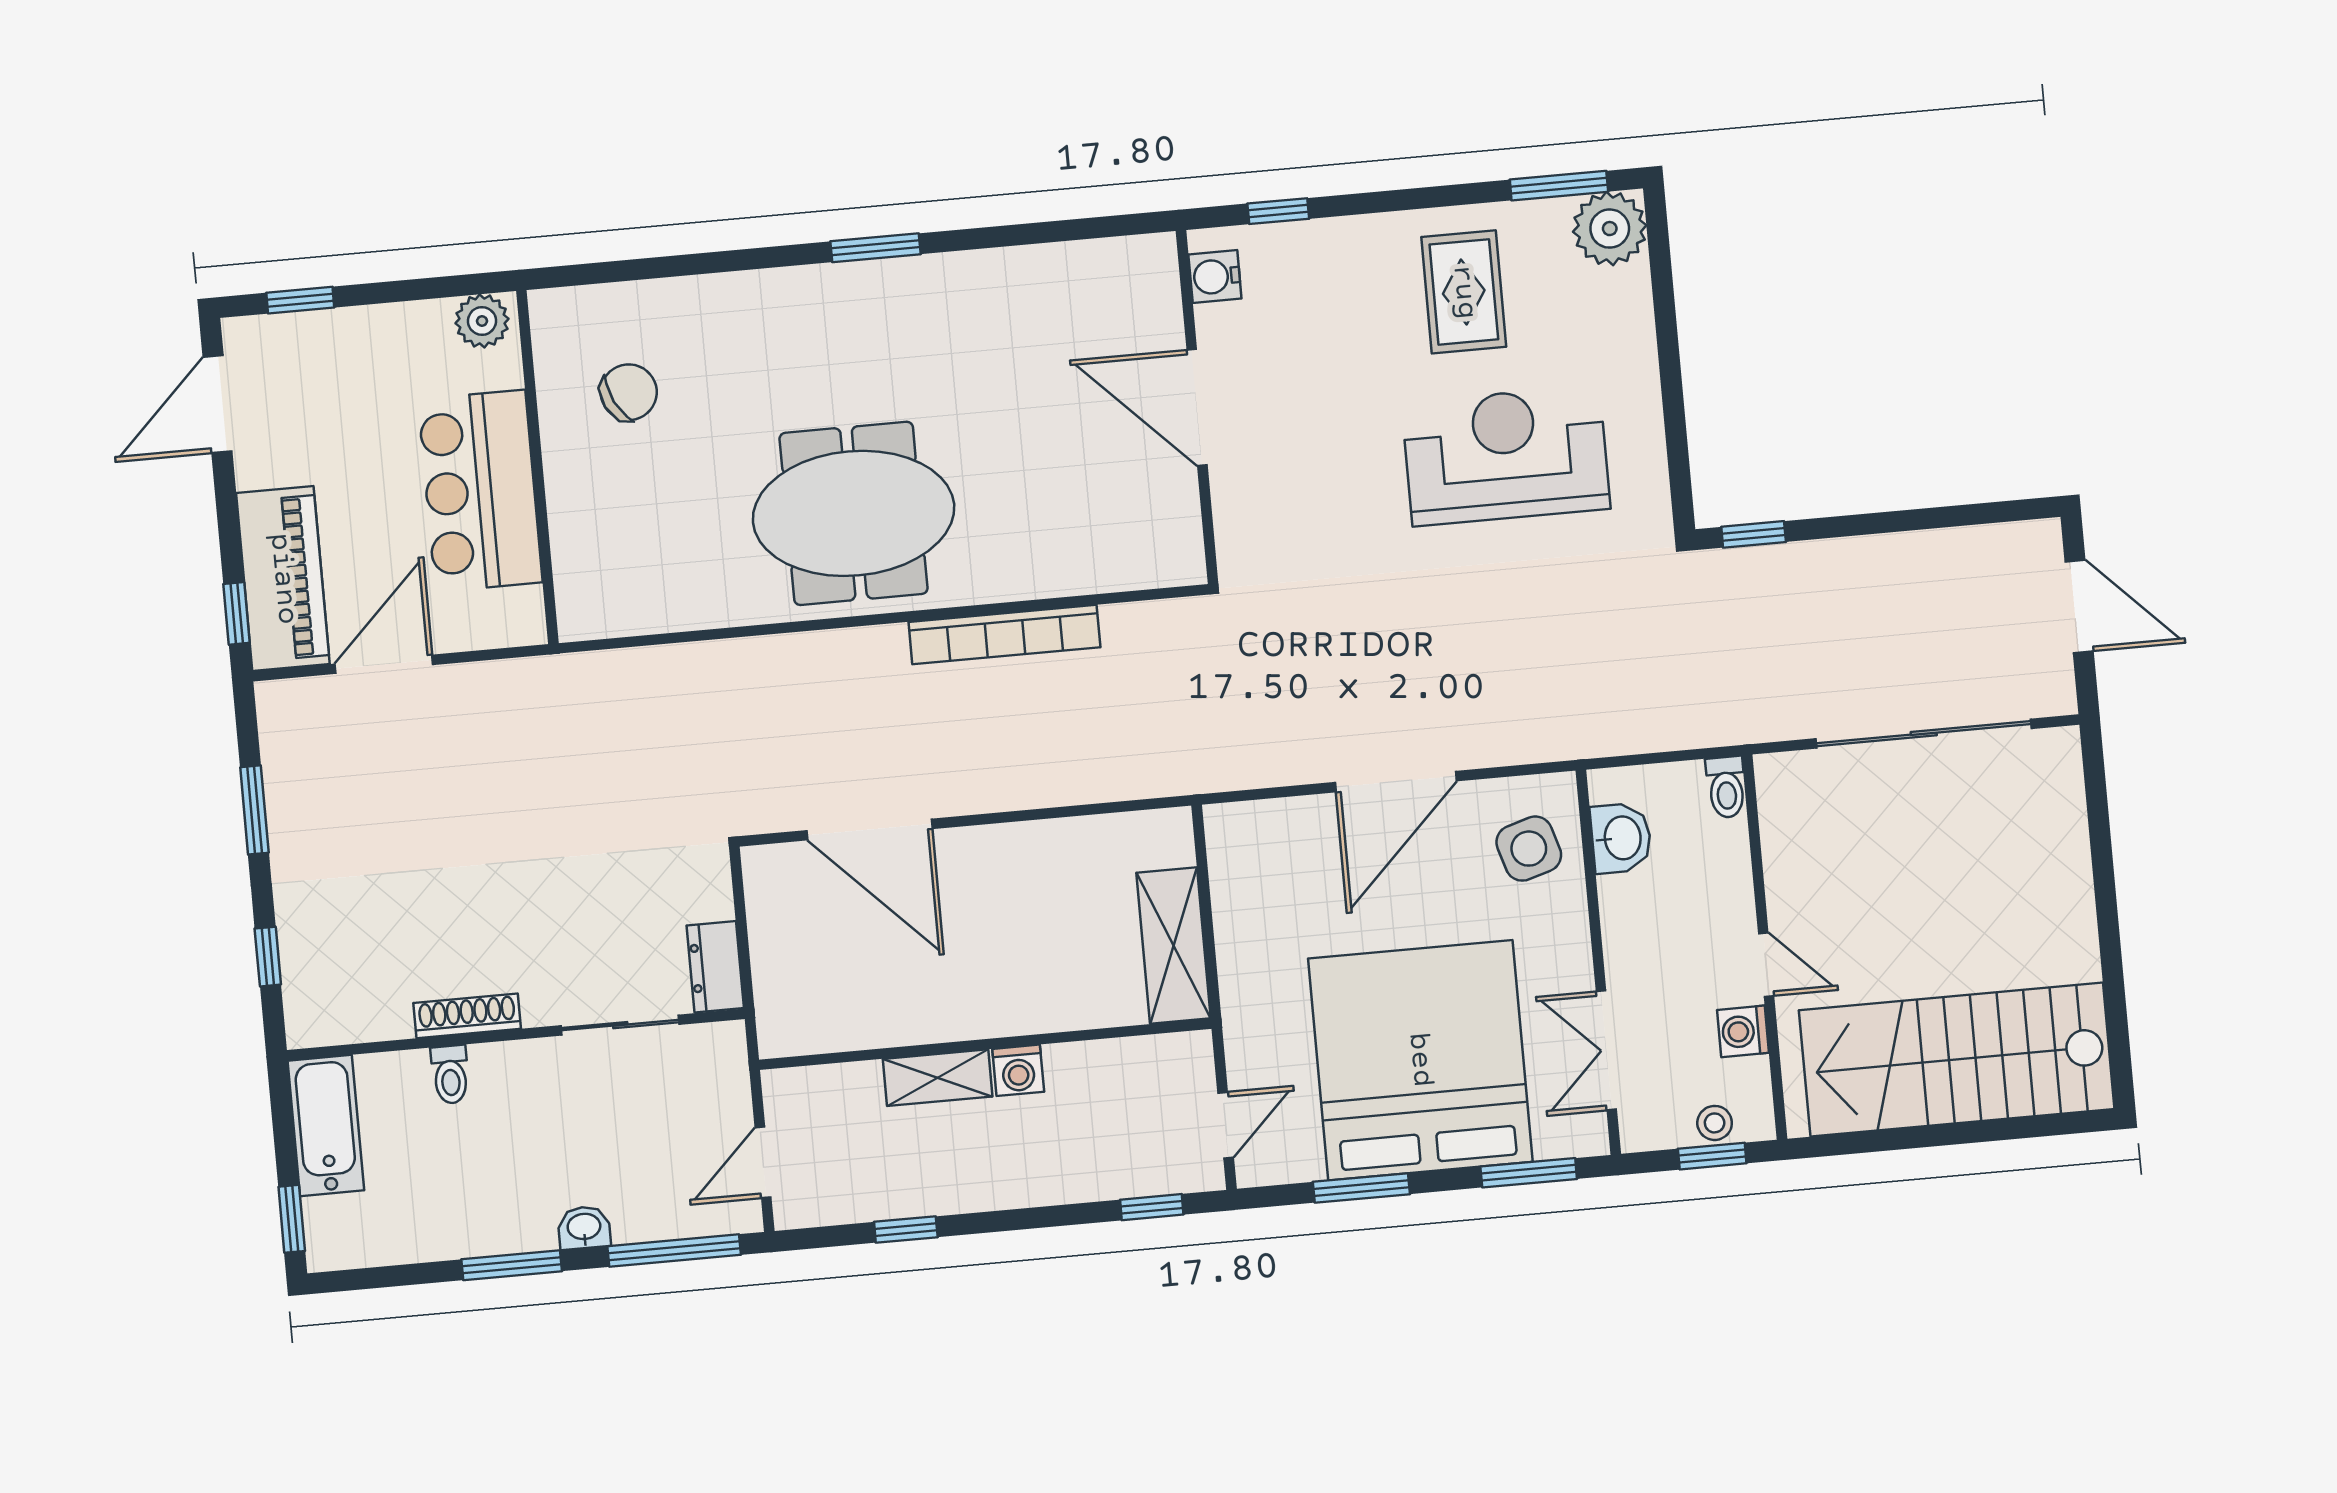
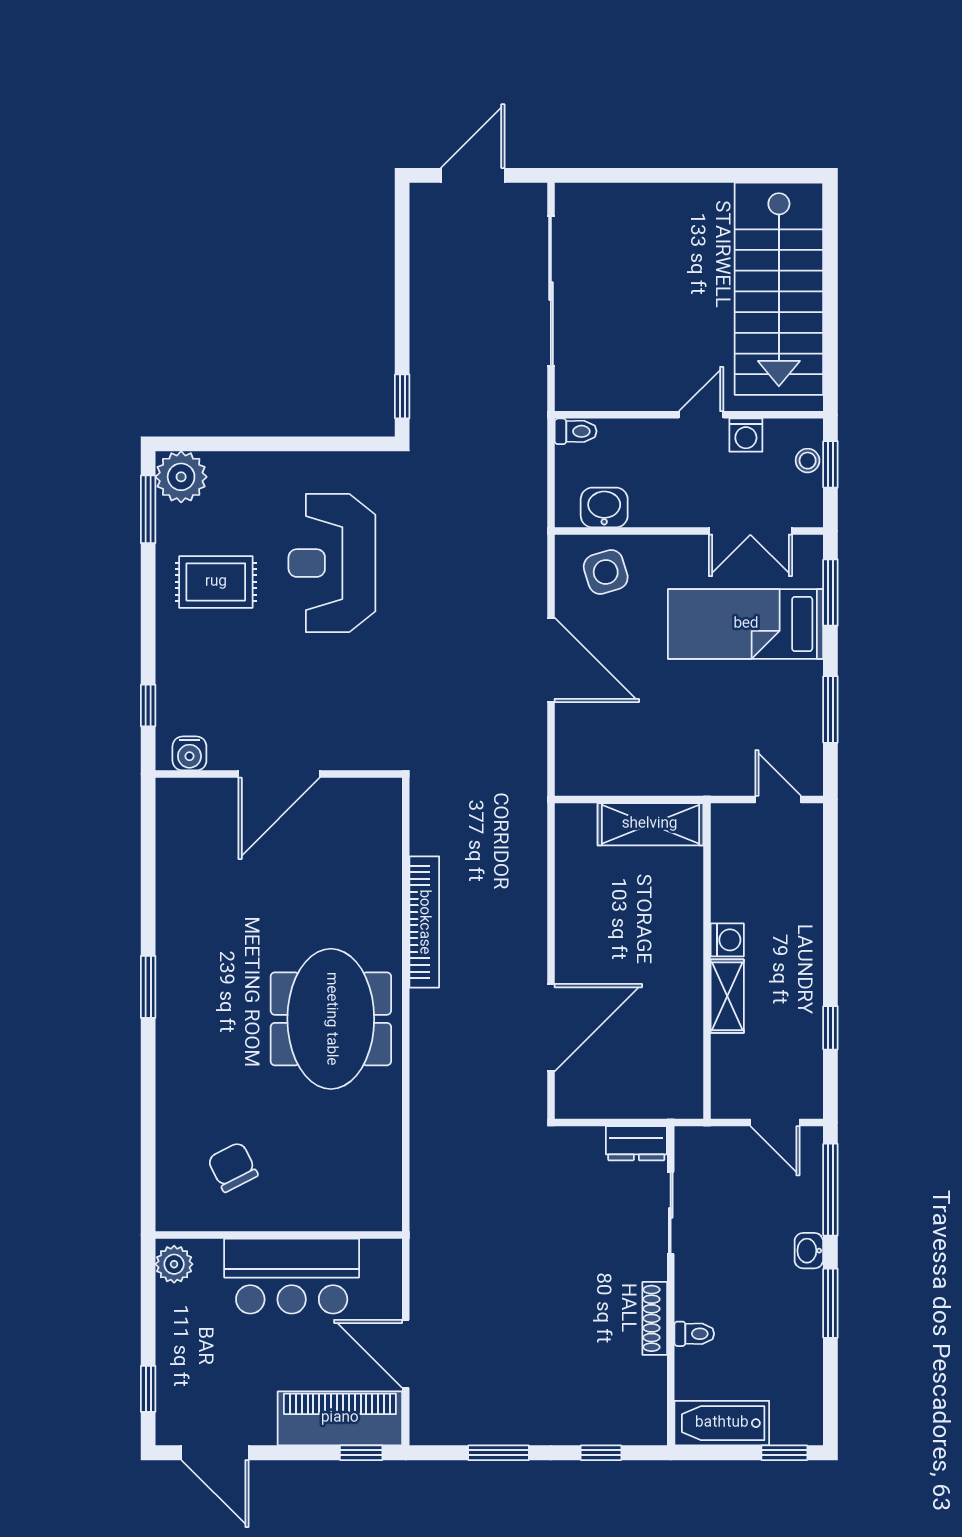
bed: (1420, 1060) -> (746, 624), width x0.49
window: (1152, 1207) -> (830, 856), removed

